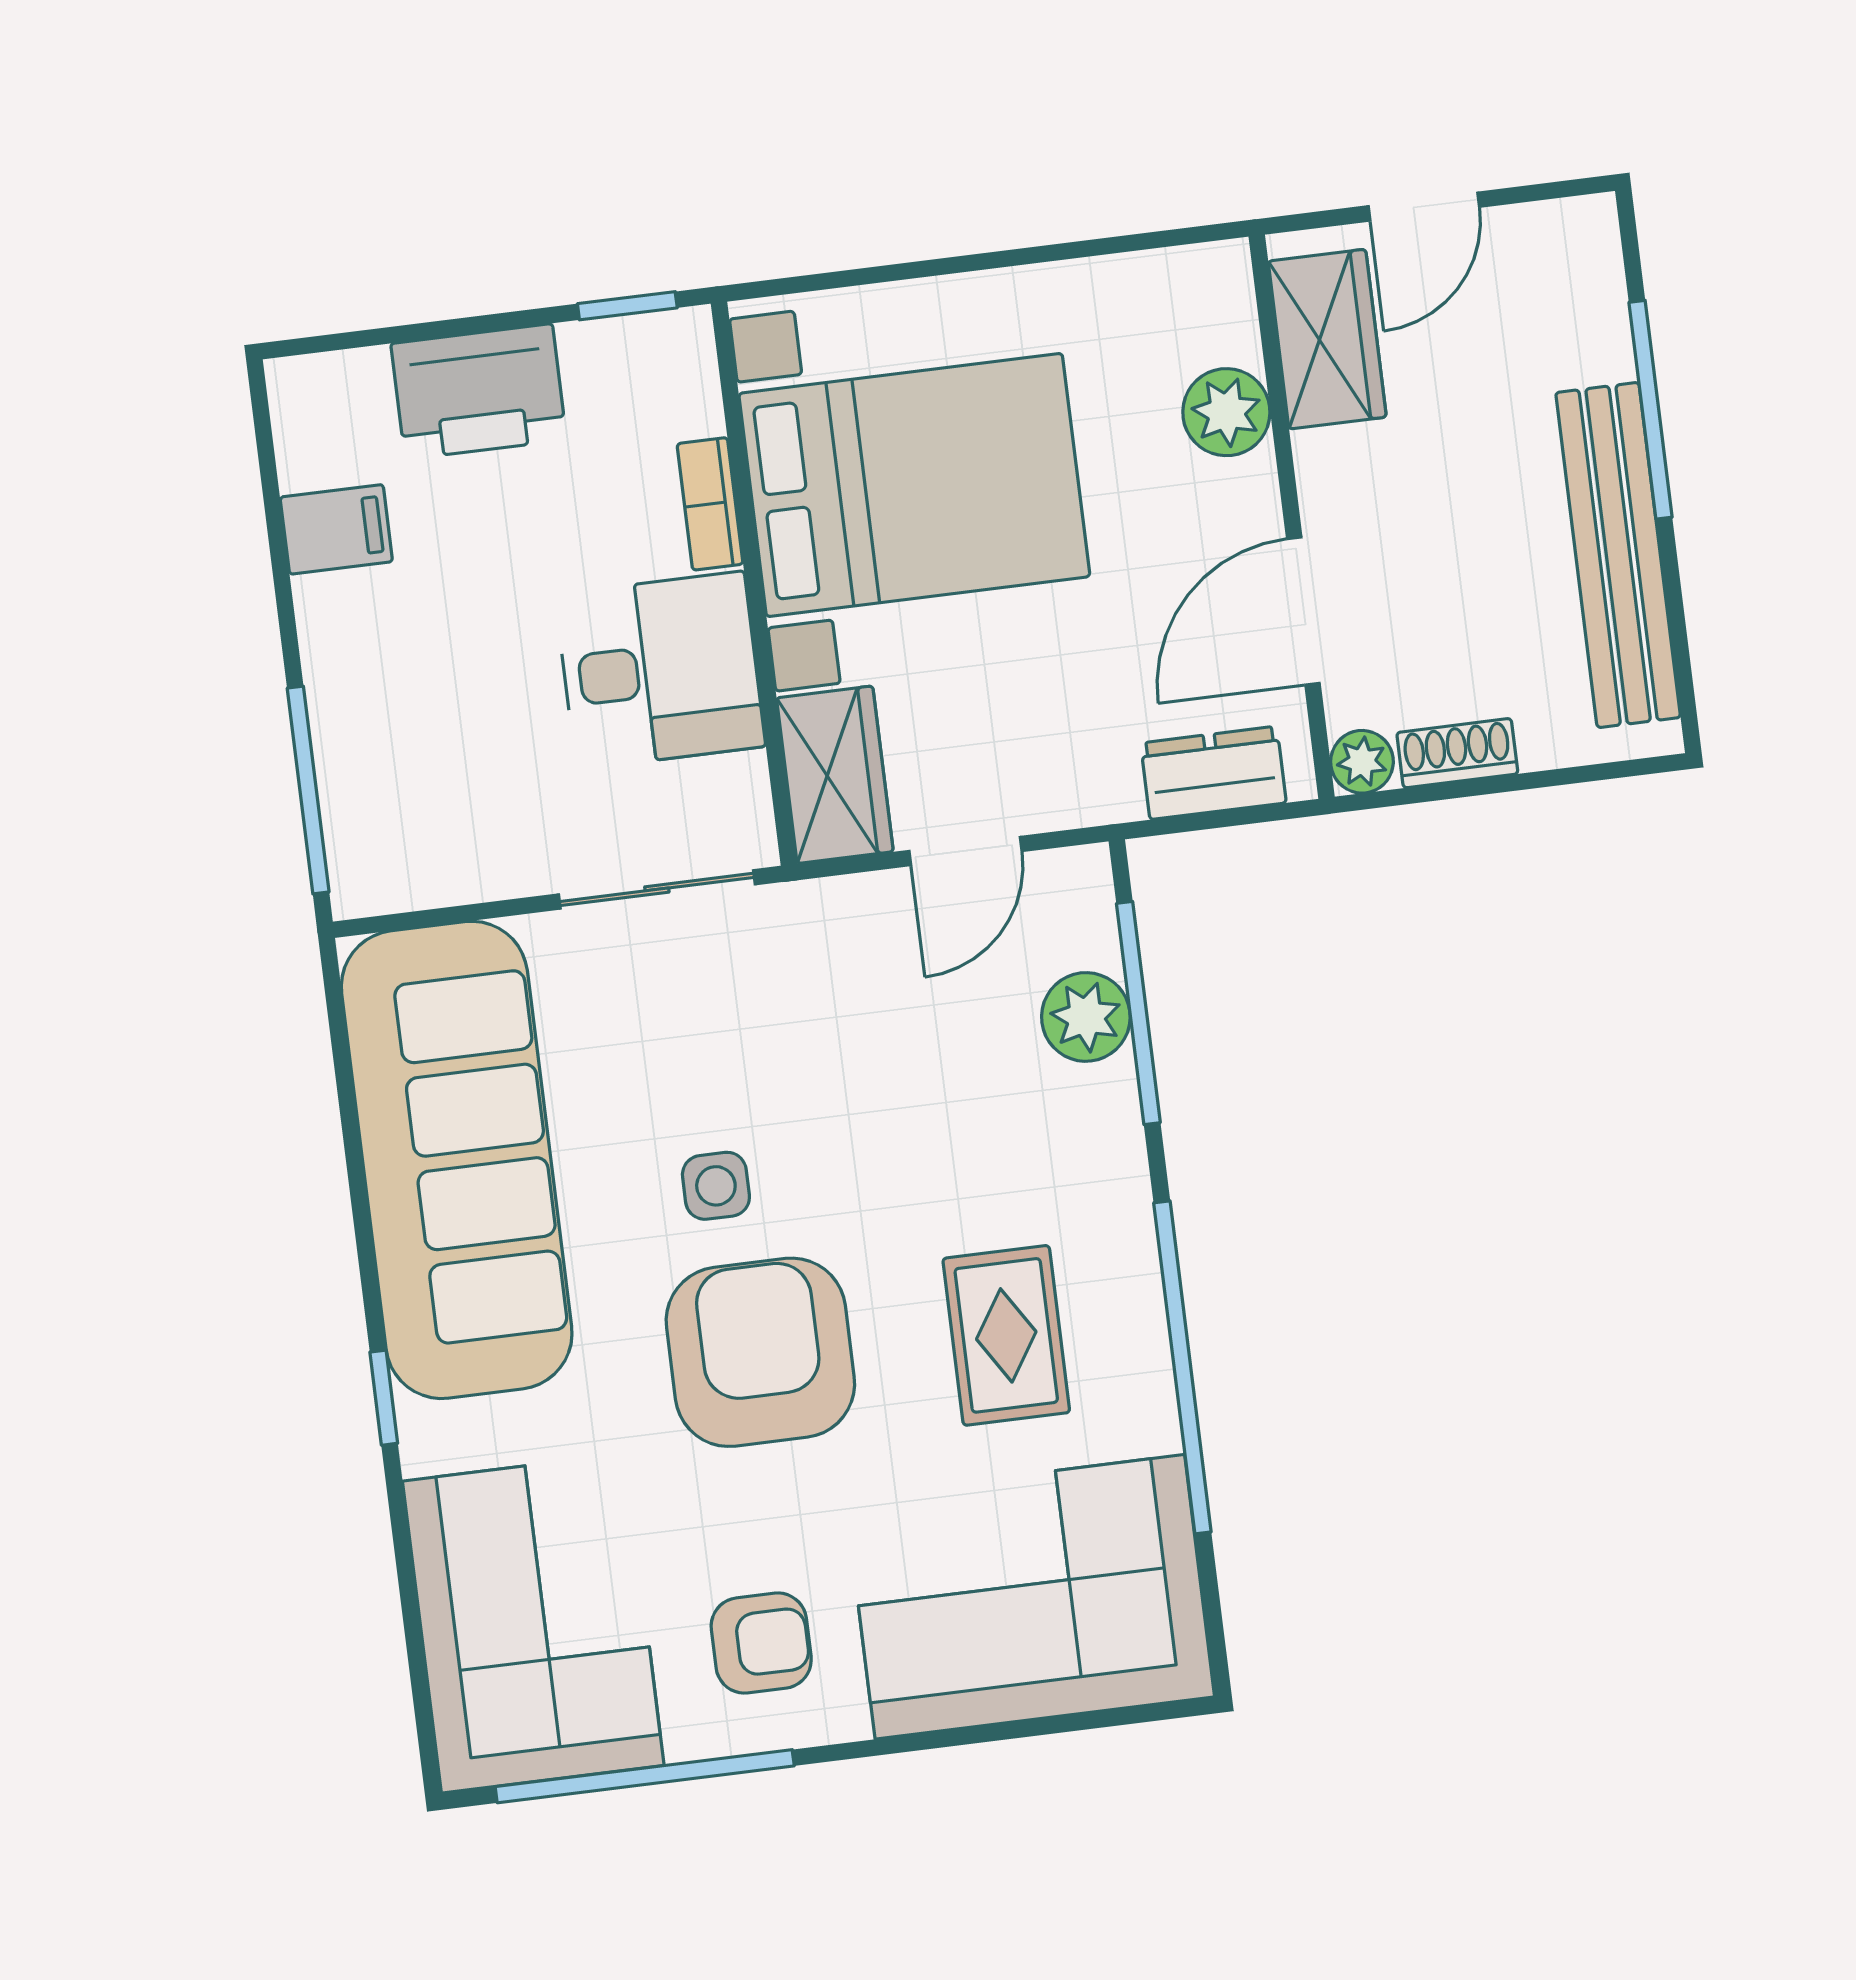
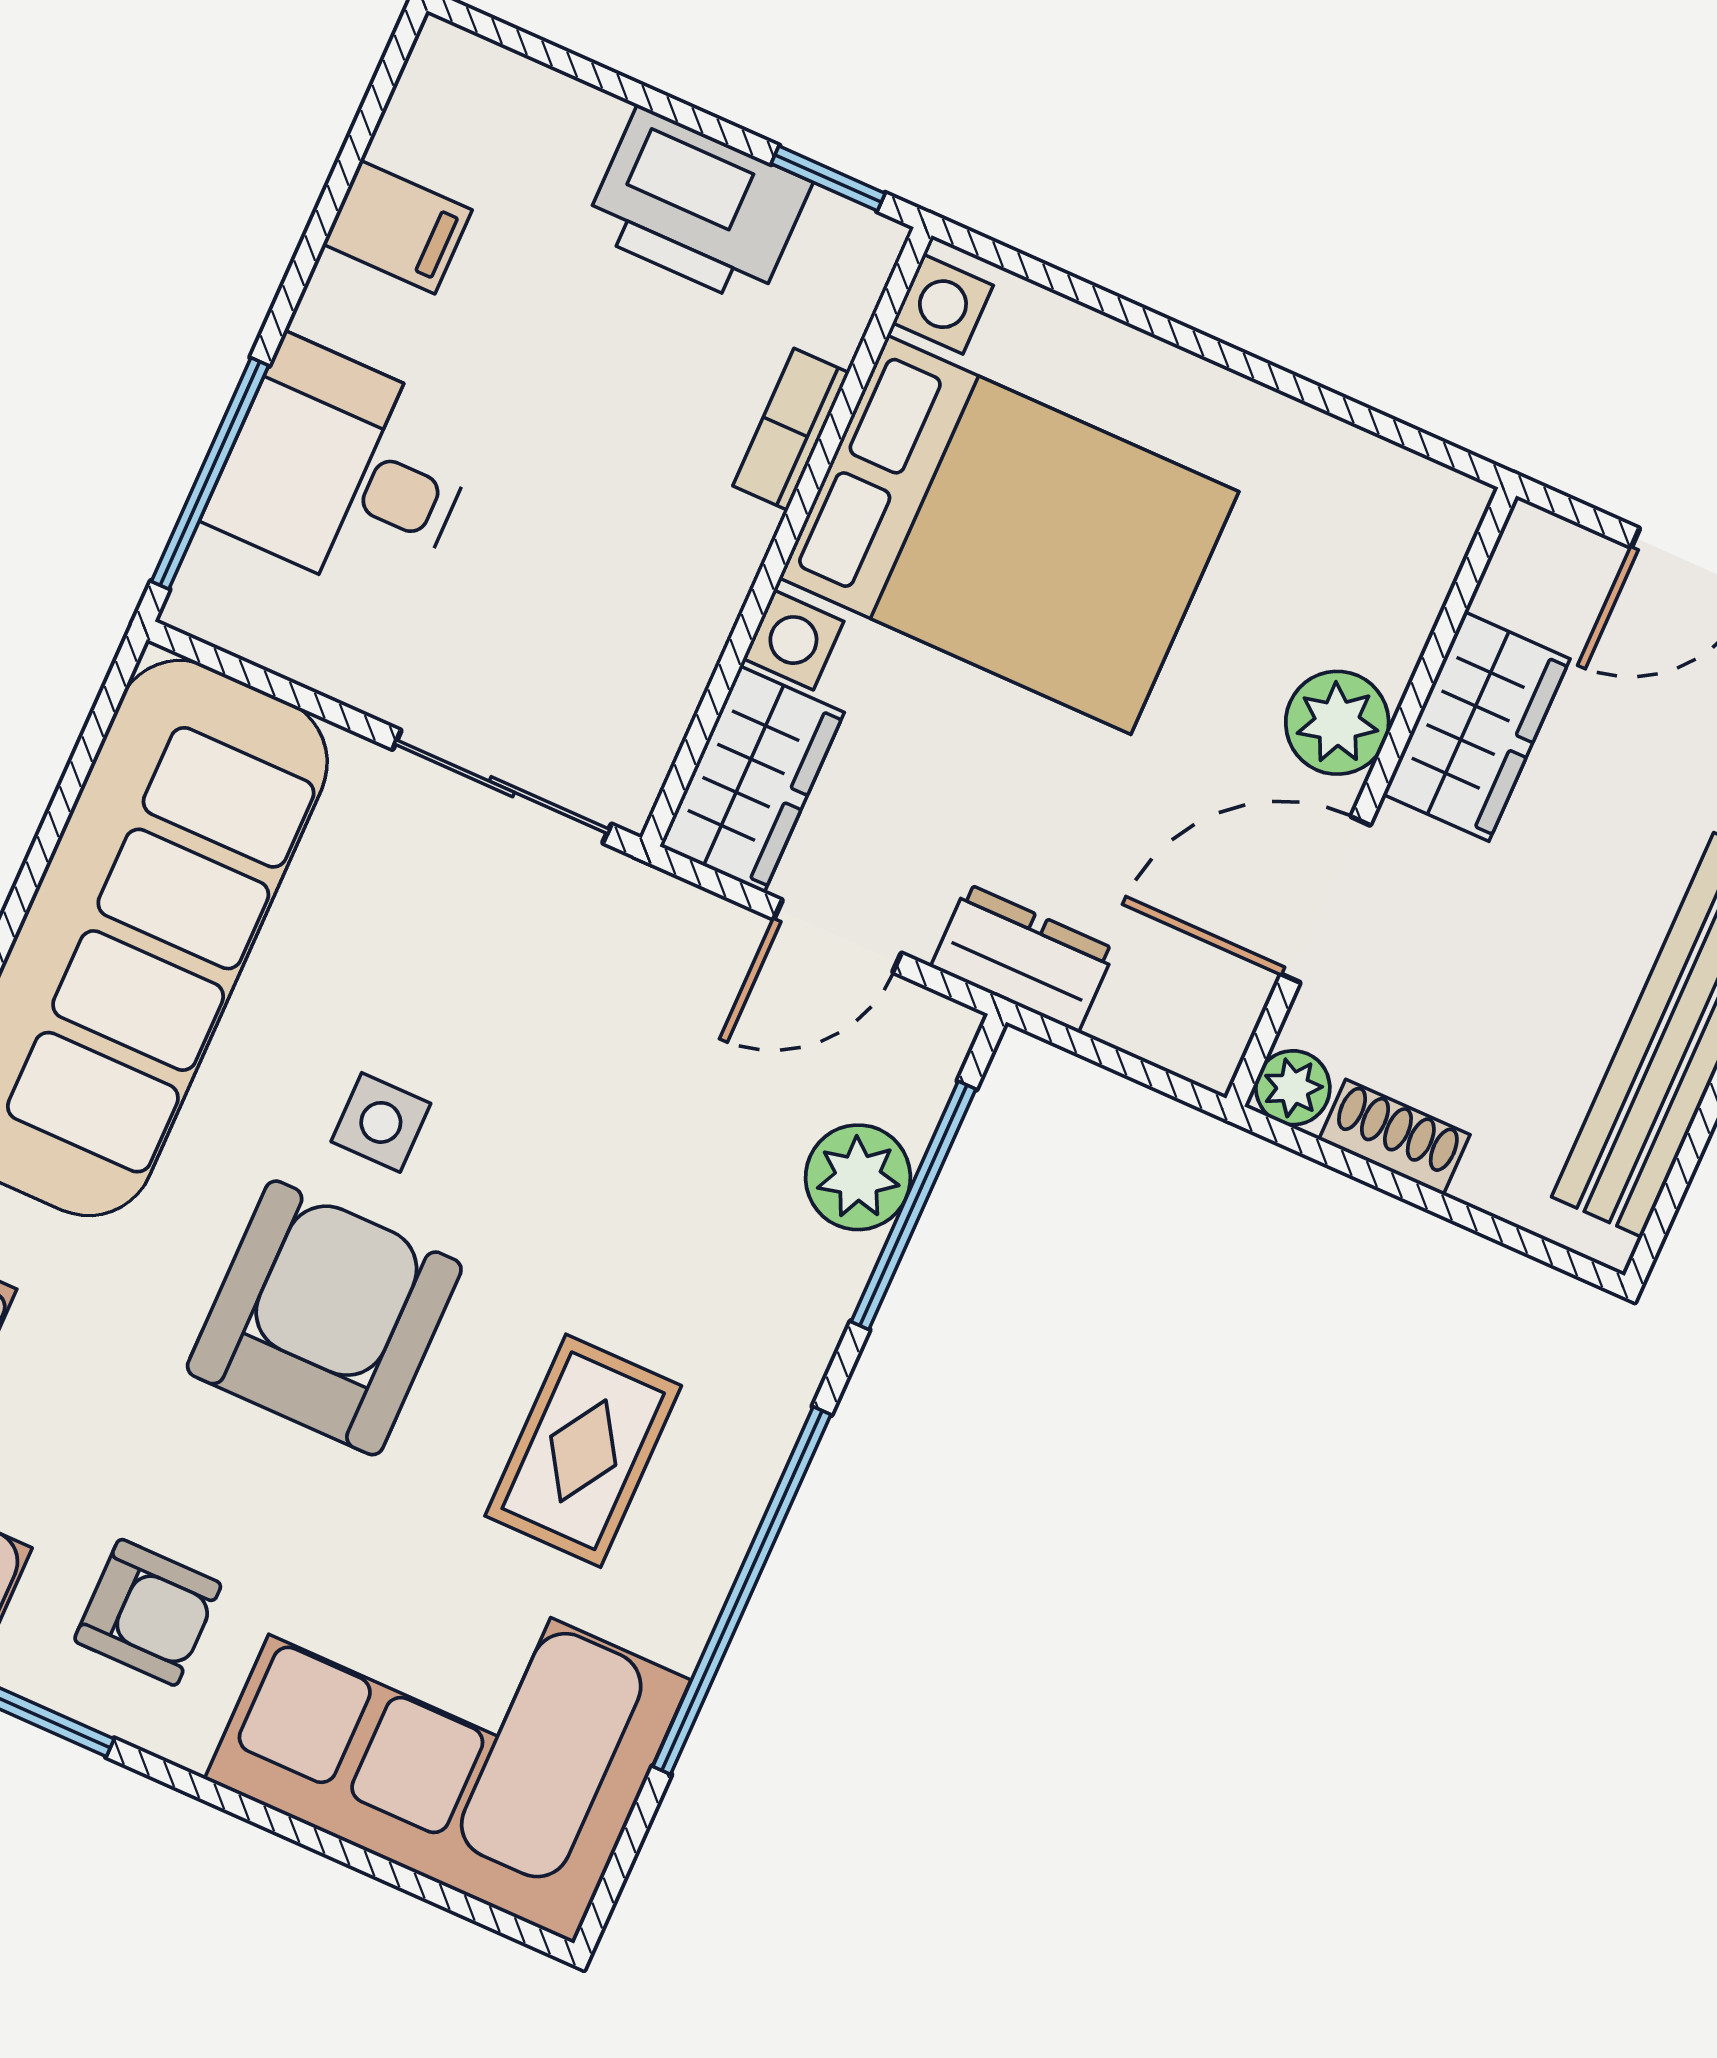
wardrobe: (1327, 339) -> (1477, 727), moved
printer: (479, 392) -> (697, 207), moved
plant: (1226, 412) -> (1337, 723), moved
desk: (660, 670) -> (345, 472), moved, turned 180
dresser: (1213, 773) -> (1023, 958), moved

